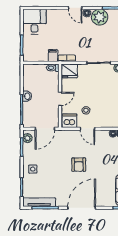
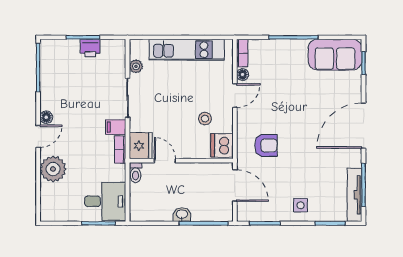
plant: (100, 17) -> (53, 169), moved
desk: (34, 22) -> (105, 201), moved, turned 180
filing cabinet: (53, 56) -> (116, 127), moved
door: (60, 99) -> (165, 161), moved
door: (87, 129) -> (235, 95), moved
plant: (27, 138) -> (250, 214), removed
armchair: (79, 165) -> (266, 145), moved
door: (82, 208) -> (364, 126), hinge flipped

